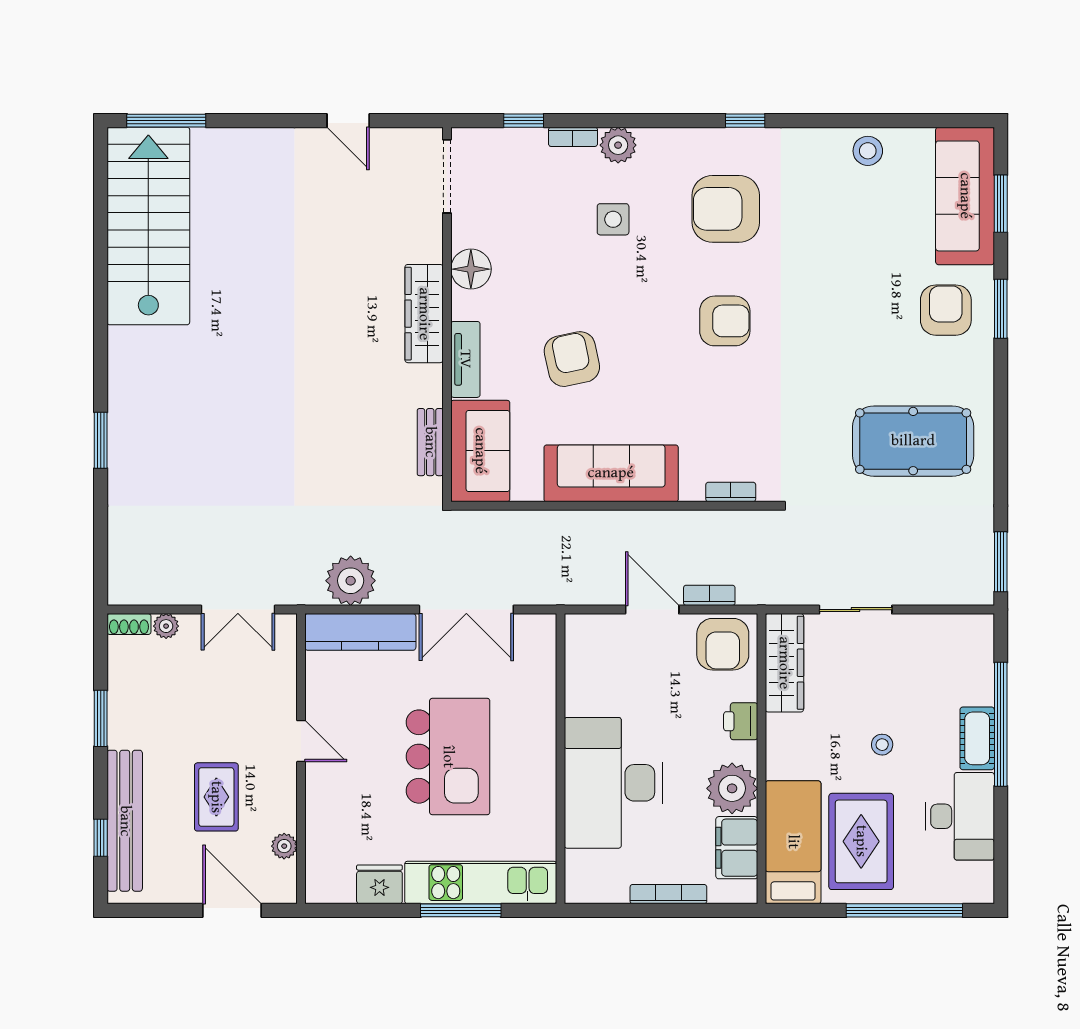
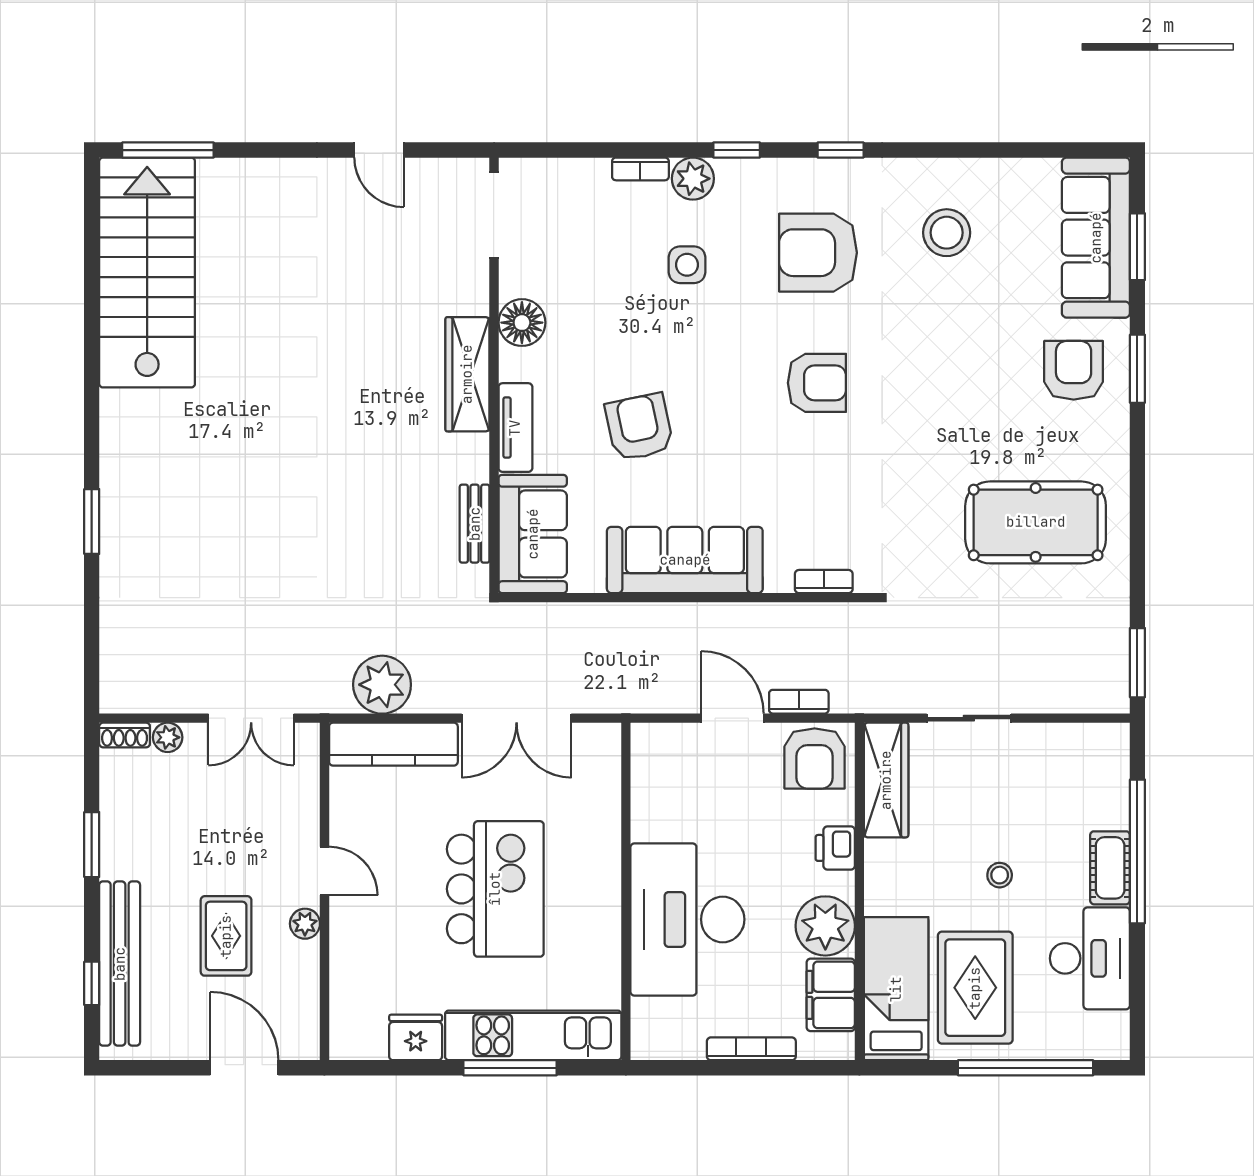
window: (524, 121) -> (737, 150), moved
stool: (868, 151) -> (947, 233), moved, width x1.38, depth x1.38
plant: (284, 846) -> (305, 924), moved

